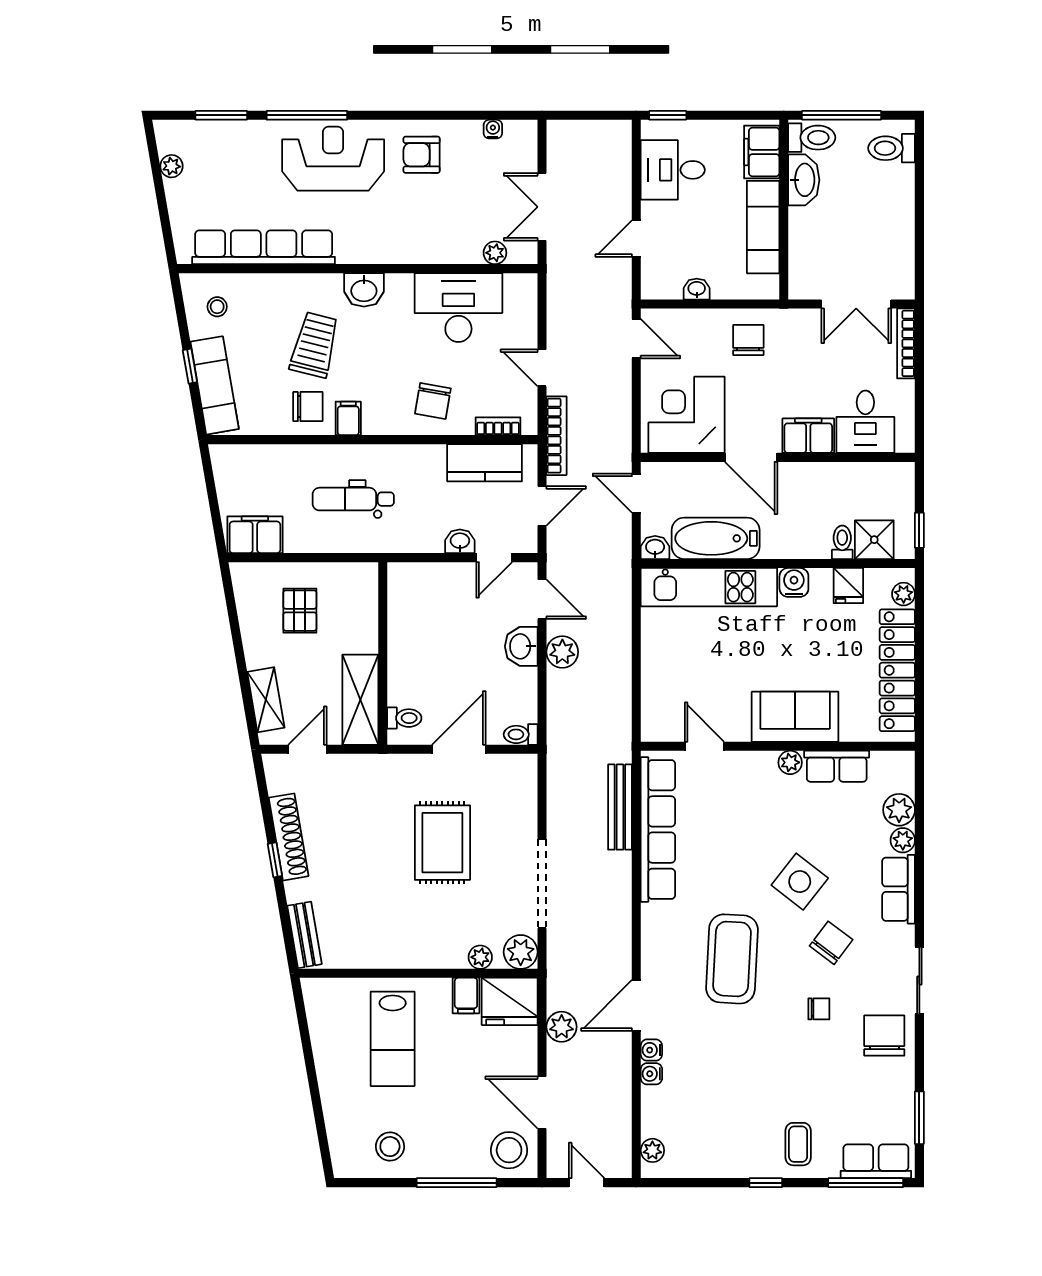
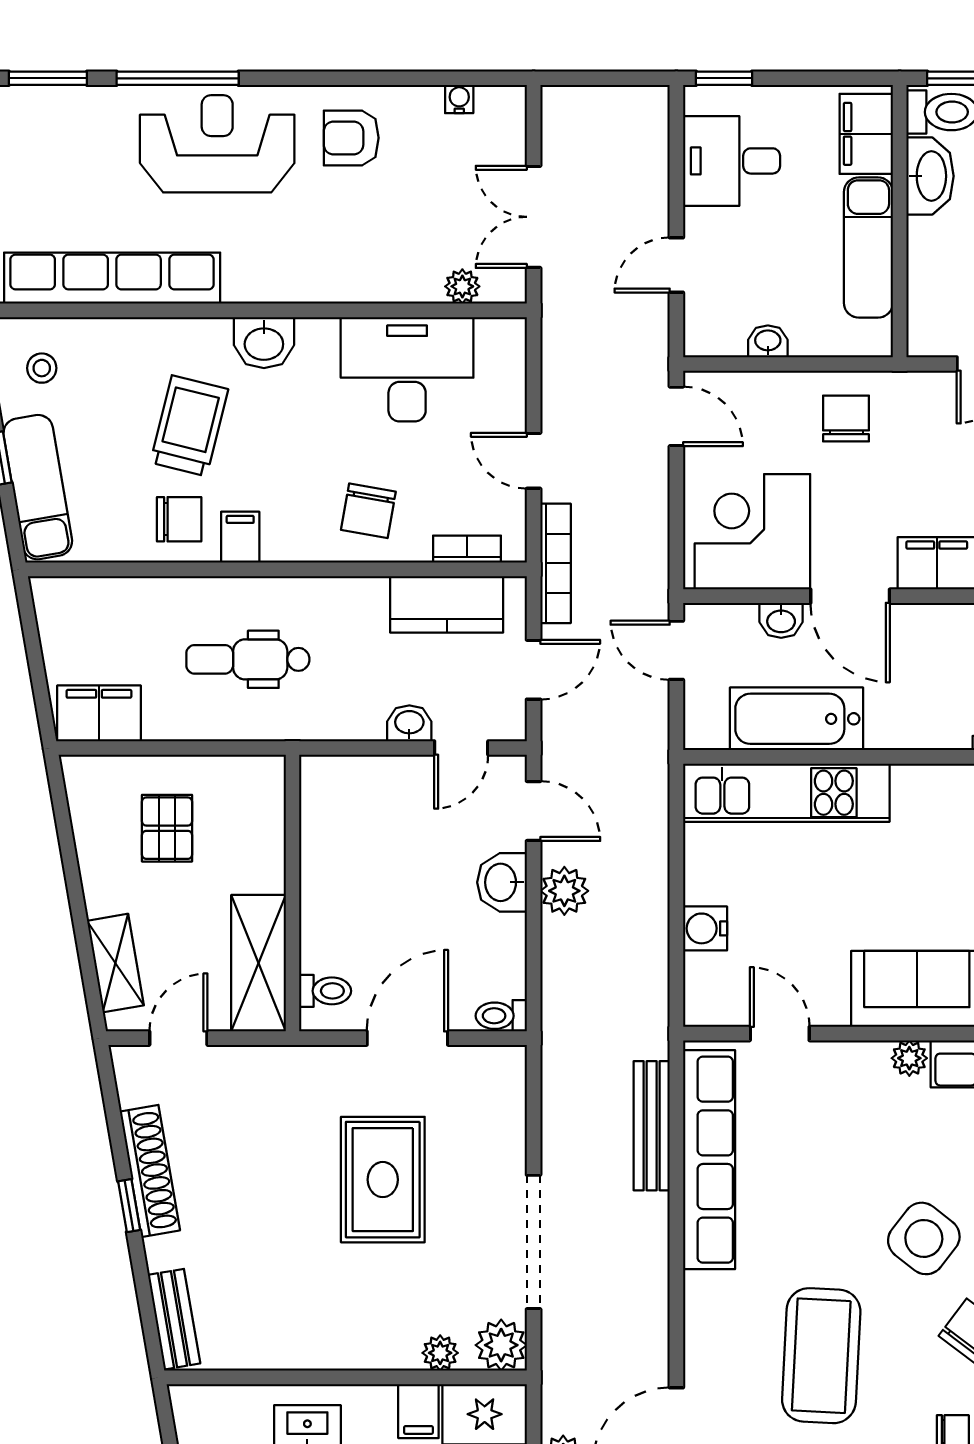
washbasin: (655, 548) -> (781, 620), moved, turned 180
water cooler: (794, 582) -> (705, 928), moved, turned -90

